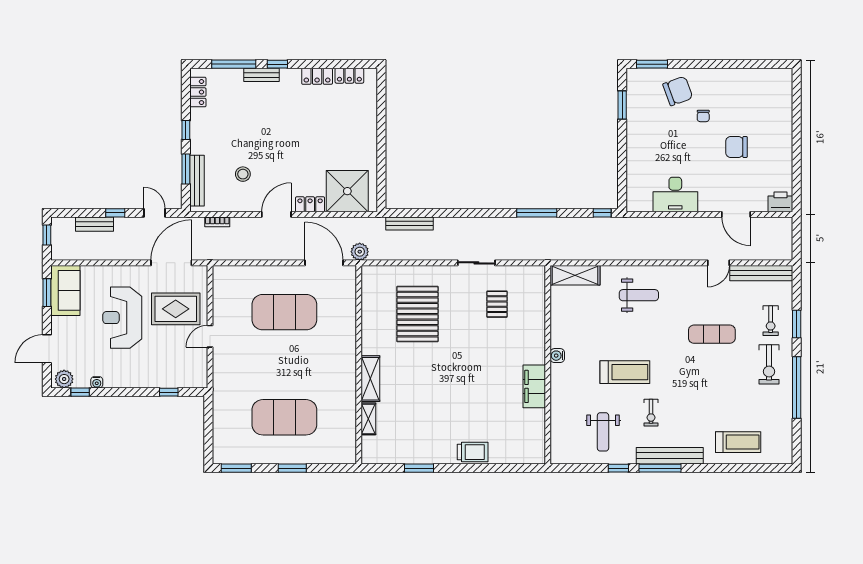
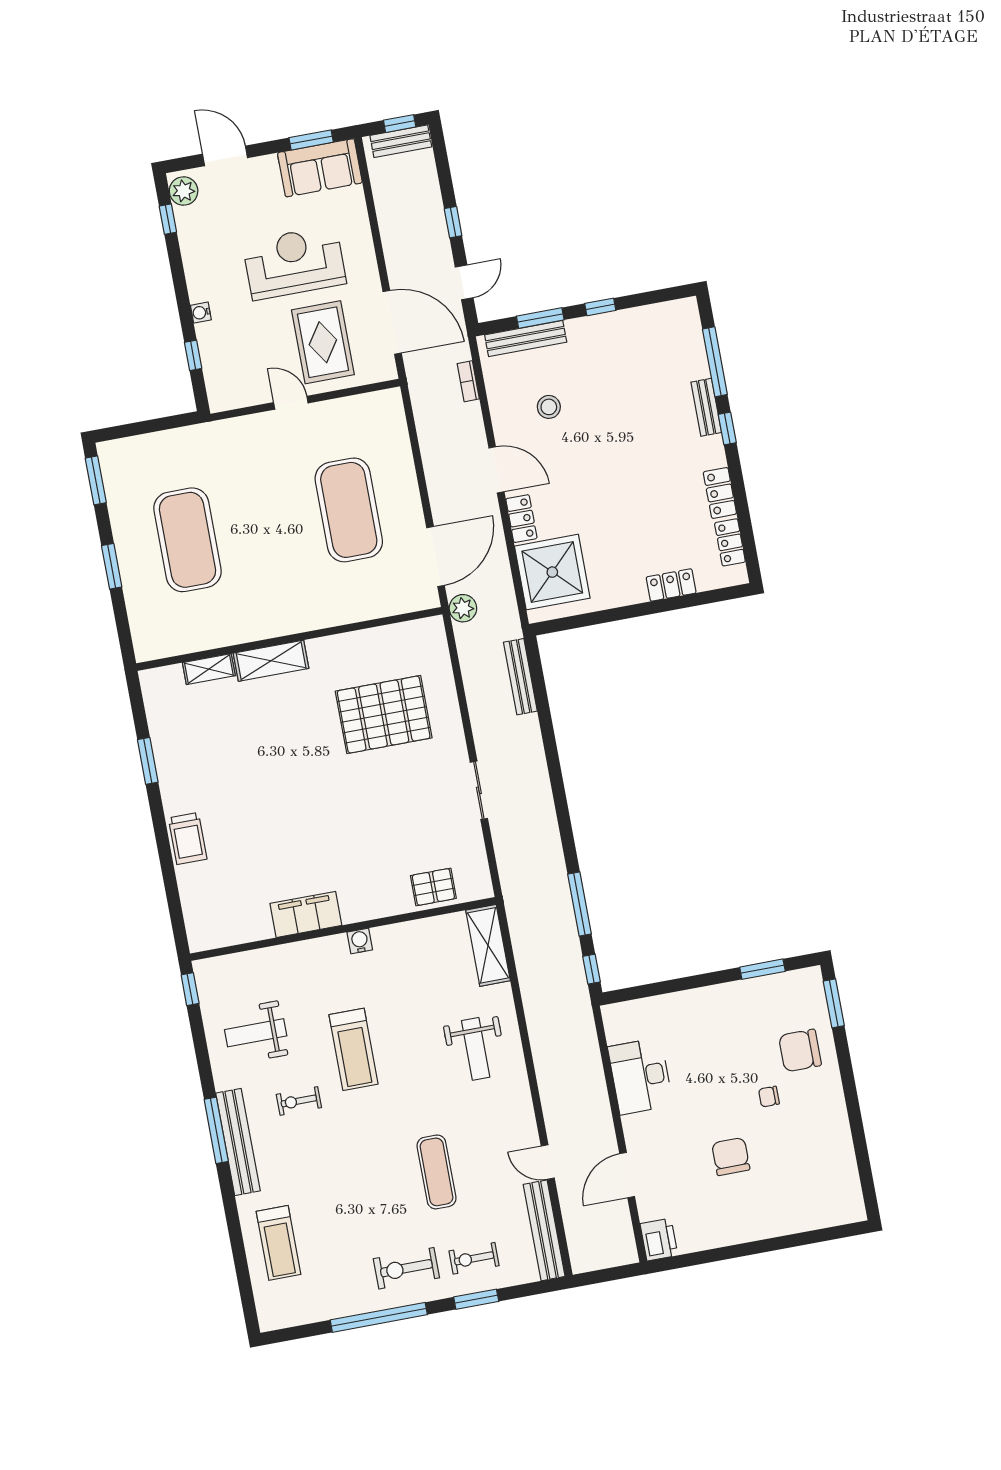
chair: (678, 91) -> (800, 1051), turned 110
locker: (198, 92) -> (671, 585), moved, turned 180
window: (537, 213) -> (579, 904), moved
bench: (95, 224) -> (401, 141), moved, turned 90
pallet: (497, 304) -> (433, 887), moved
water cooler: (97, 382) -> (201, 313), moved
window: (618, 468) -> (190, 989), moved

